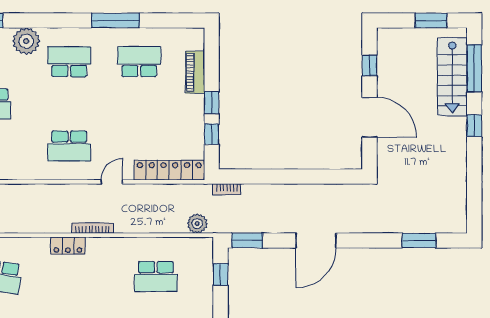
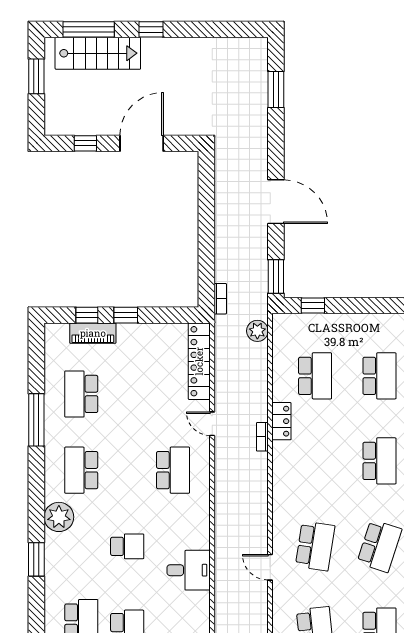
window: (212, 134) -> (87, 315), moved
bookcase: (92, 228) -> (262, 437), width x0.64
locker: (68, 246) -> (281, 421), moved

